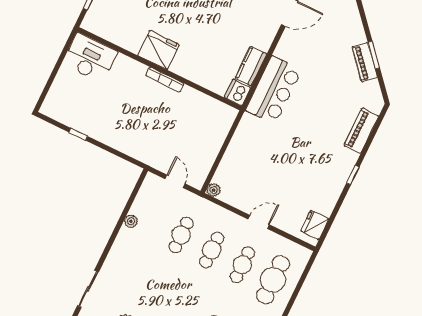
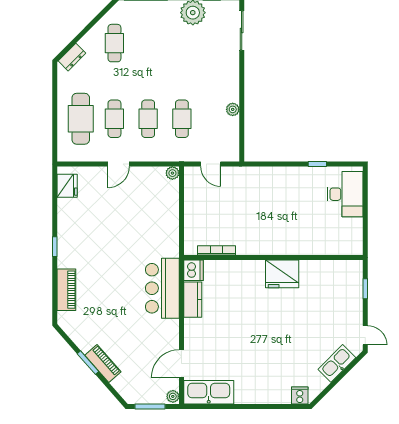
desk: (90, 58) -> (345, 194), moved, turned -90
piano: (365, 62) -> (103, 363), moved
bookcase: (165, 80) -> (217, 250), moved

